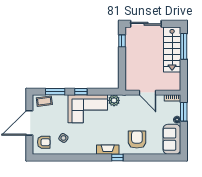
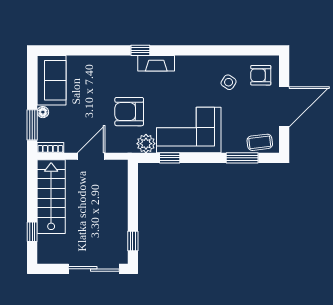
window: (184, 46) -> (32, 232), width x0.46
stairs: (172, 49) -> (51, 197), moved
window: (81, 92) -> (170, 158), moved
door: (148, 93) -> (91, 156), hinge flipped
armchair: (137, 139) -> (129, 112), moved, turned 90

